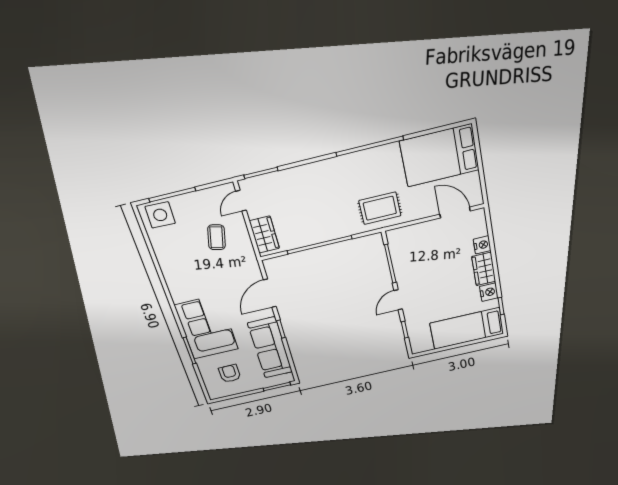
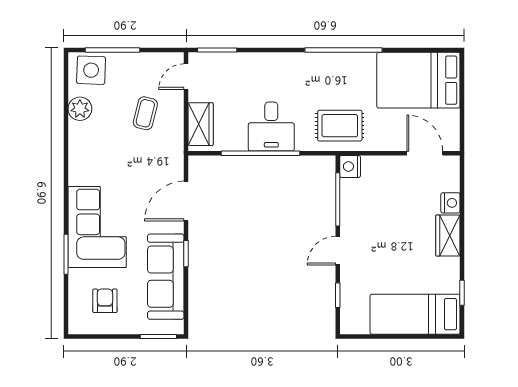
desk: (323, 223) -> (271, 127), added
plant: (162, 247) -> (80, 109), added
nightstand: (489, 292) -> (350, 166), moved, turned 180

